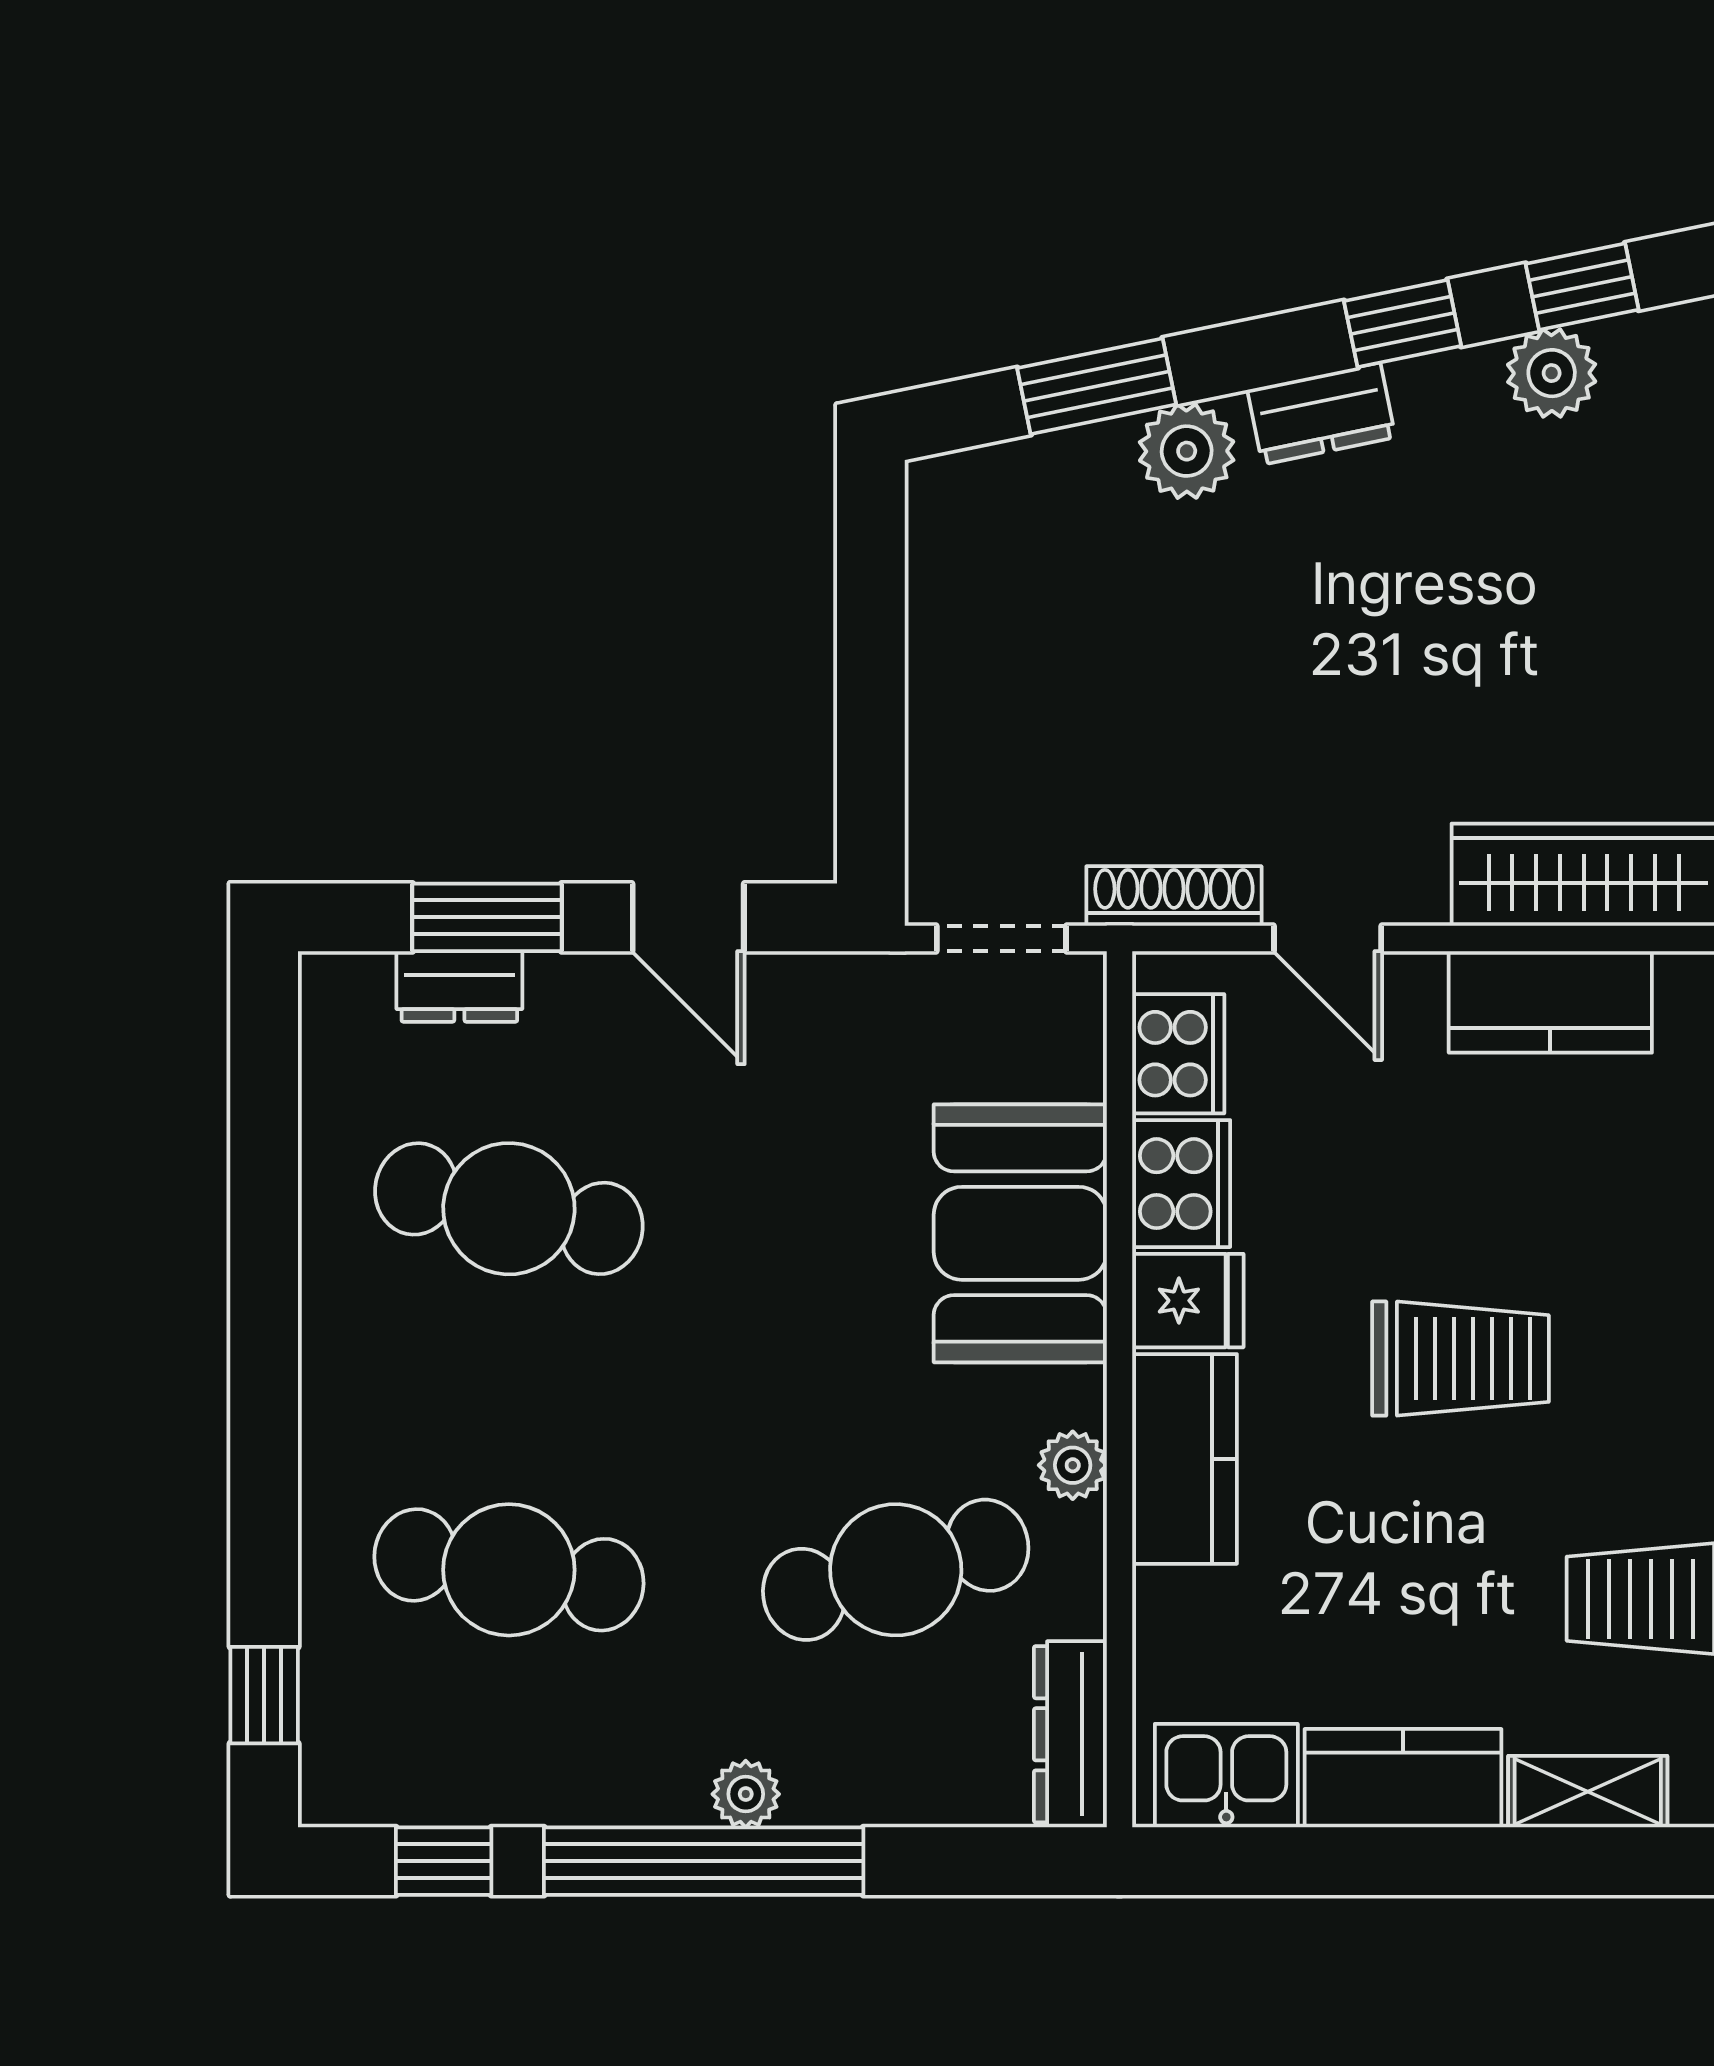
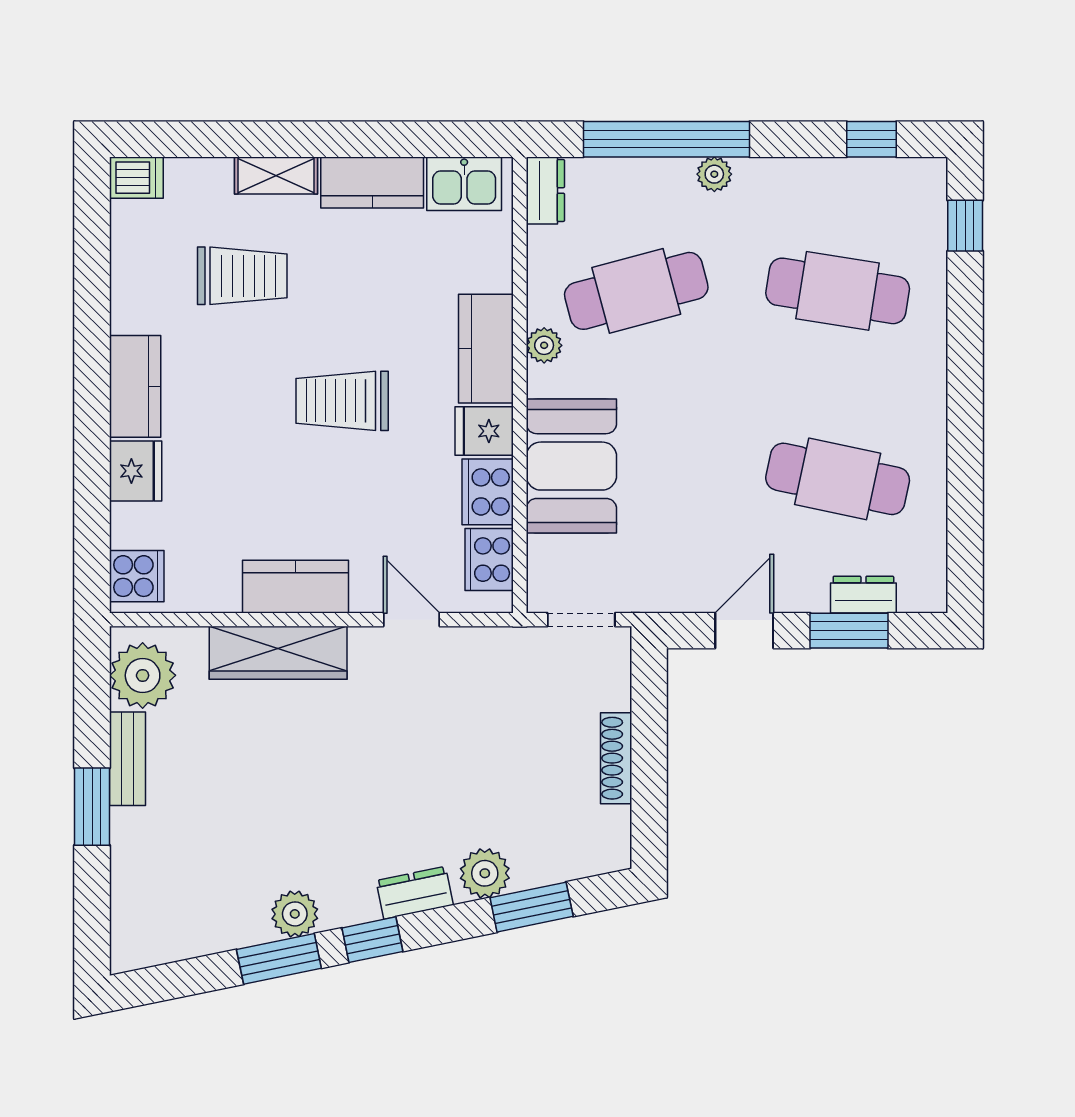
window: (1582, 287) -> (279, 959), width x1.50
shoe rack: (1174, 896) -> (616, 758), moved, turned 90
door: (688, 917) -> (744, 631), hinge flipped
dresser: (1070, 1734) -> (545, 190), width x0.70
window: (704, 1861) -> (666, 139), moved

